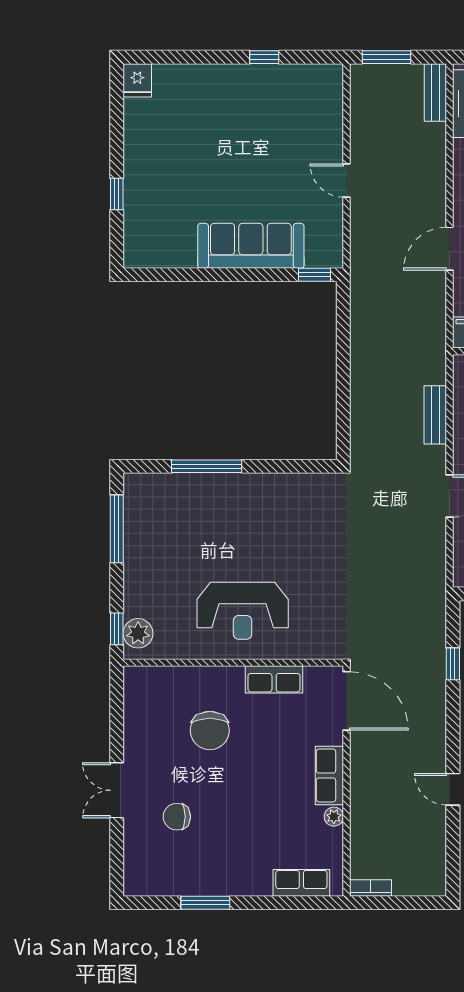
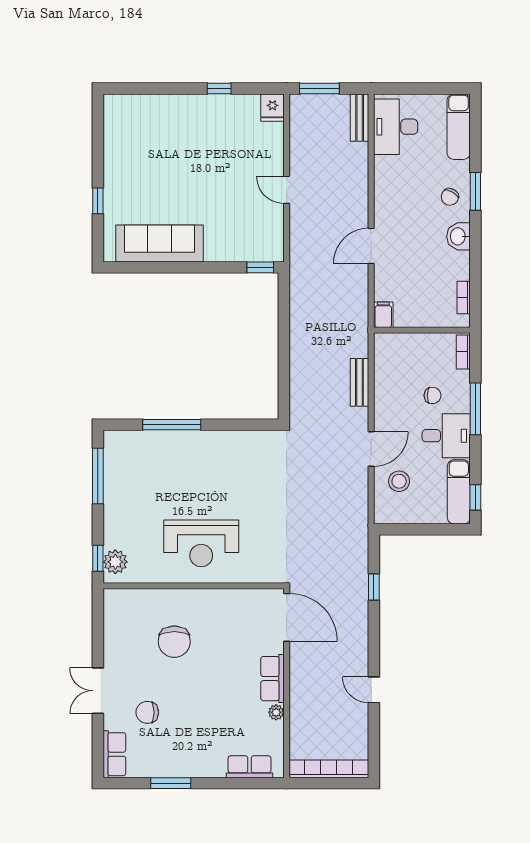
fridge: (137, 80) -> (272, 108), moved
sofa: (251, 246) -> (160, 243), moved
row of seats: (274, 679) -> (114, 754), moved, turned -90
bookcase: (371, 888) -> (329, 769), width x2.31, depth x1.31

